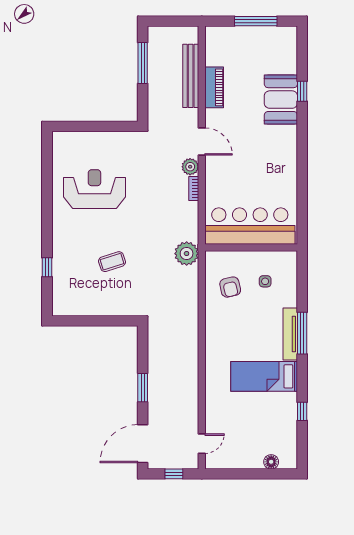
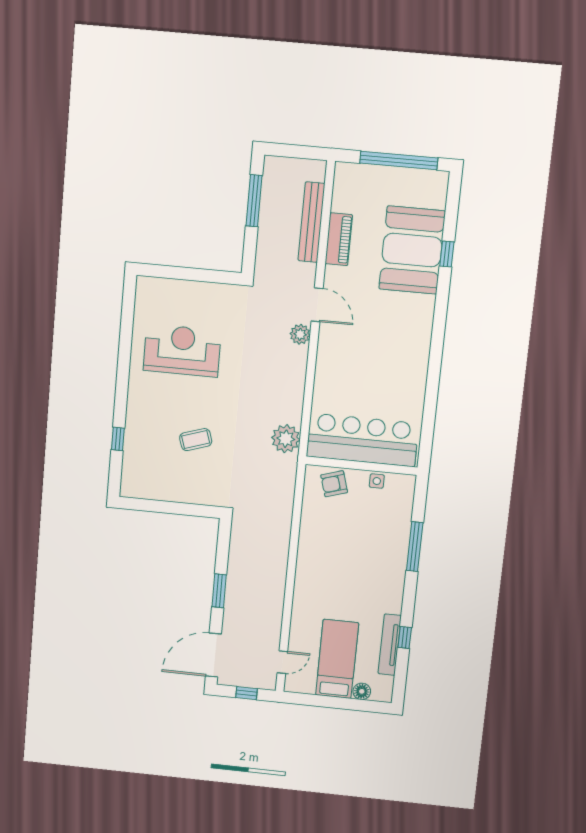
window: (256, 21) -> (399, 160), width x1.46
booth: (281, 100) -> (412, 250), width x1.36, depth x1.42
bookcase: (194, 188) -> (302, 361), removed
bar counter: (250, 226) -> (362, 440), moved
wall: (251, 248) -> (361, 466), moved
armchair: (230, 287) -> (334, 484), turned 86
tv unit: (290, 334) -> (390, 645), moved
bed: (264, 376) -> (337, 659), moved, turned 90

